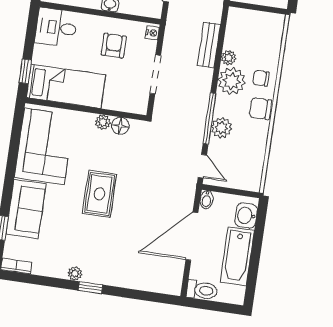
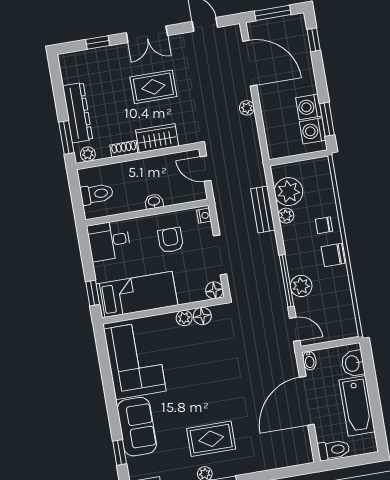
plant: (232, 81) -> (289, 192), moved
floor lamp: (139, 106) -> (214, 290), added
rug: (99, 194) -> (211, 439), moved, turned 90

